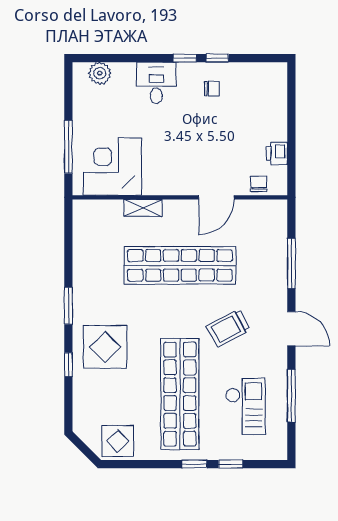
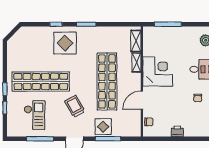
printer: (277, 153) -> (177, 131), moved
corner desk: (113, 167) -> (158, 71), moved
door: (216, 197) -> (142, 100), hinge flipped
shelving: (101, 209) -> (136, 41), added
checkout: (245, 406) -> (34, 115), turned -90
display table: (118, 441) -> (103, 127), moved

